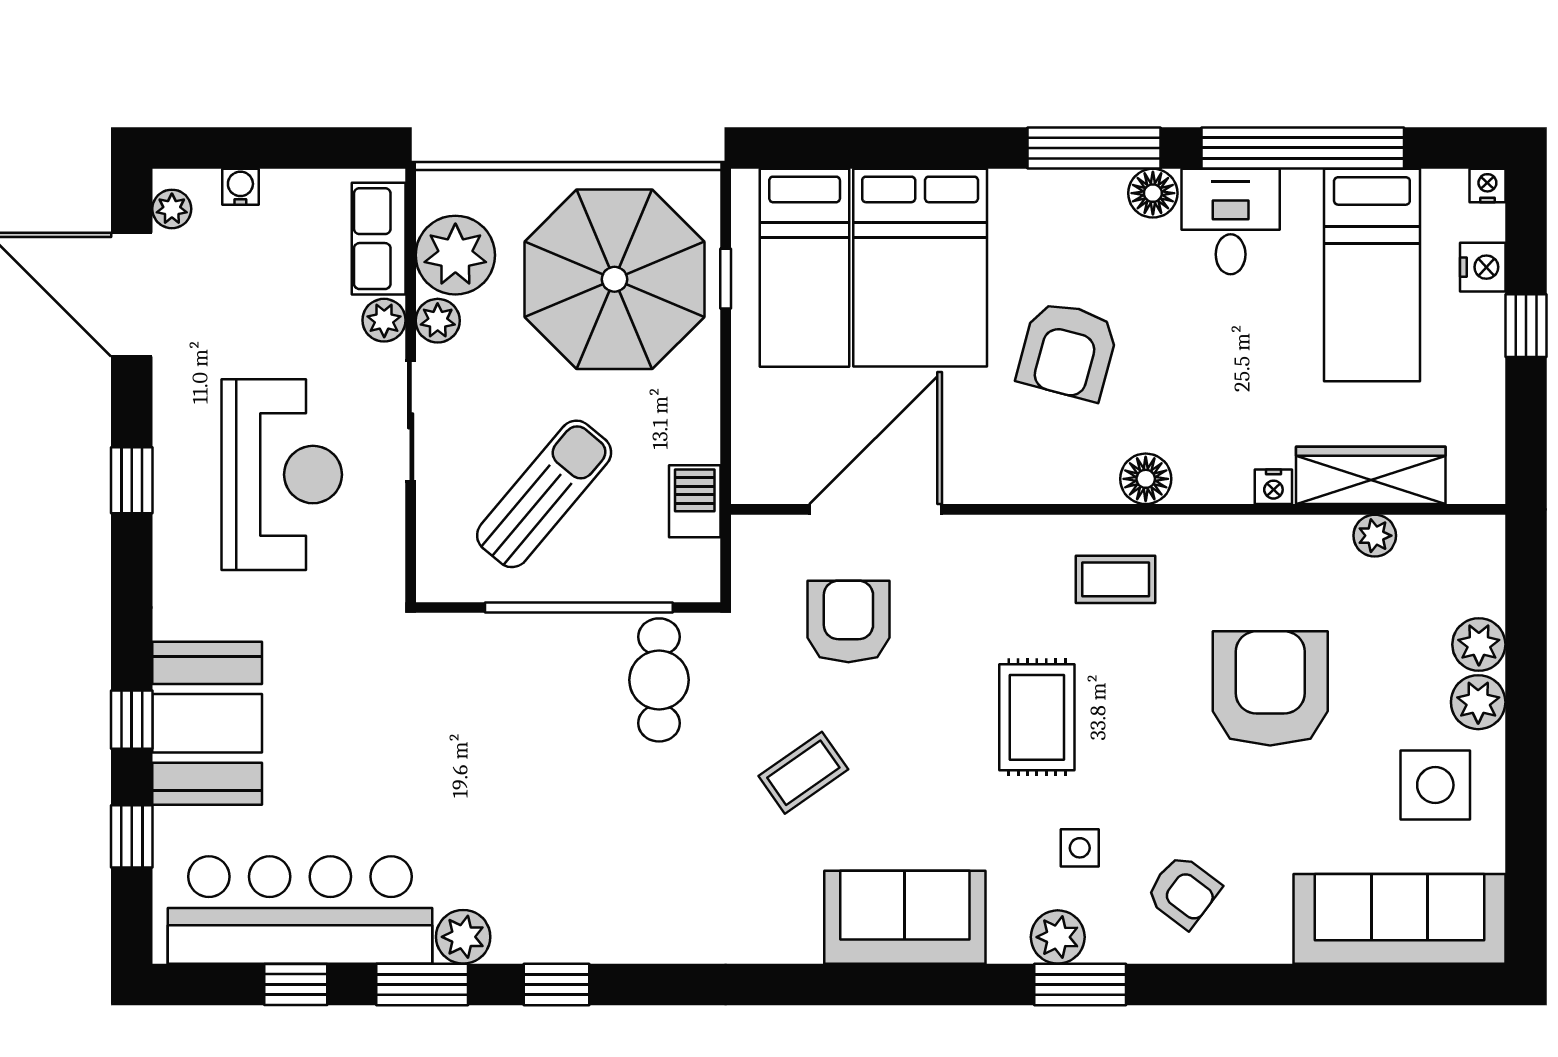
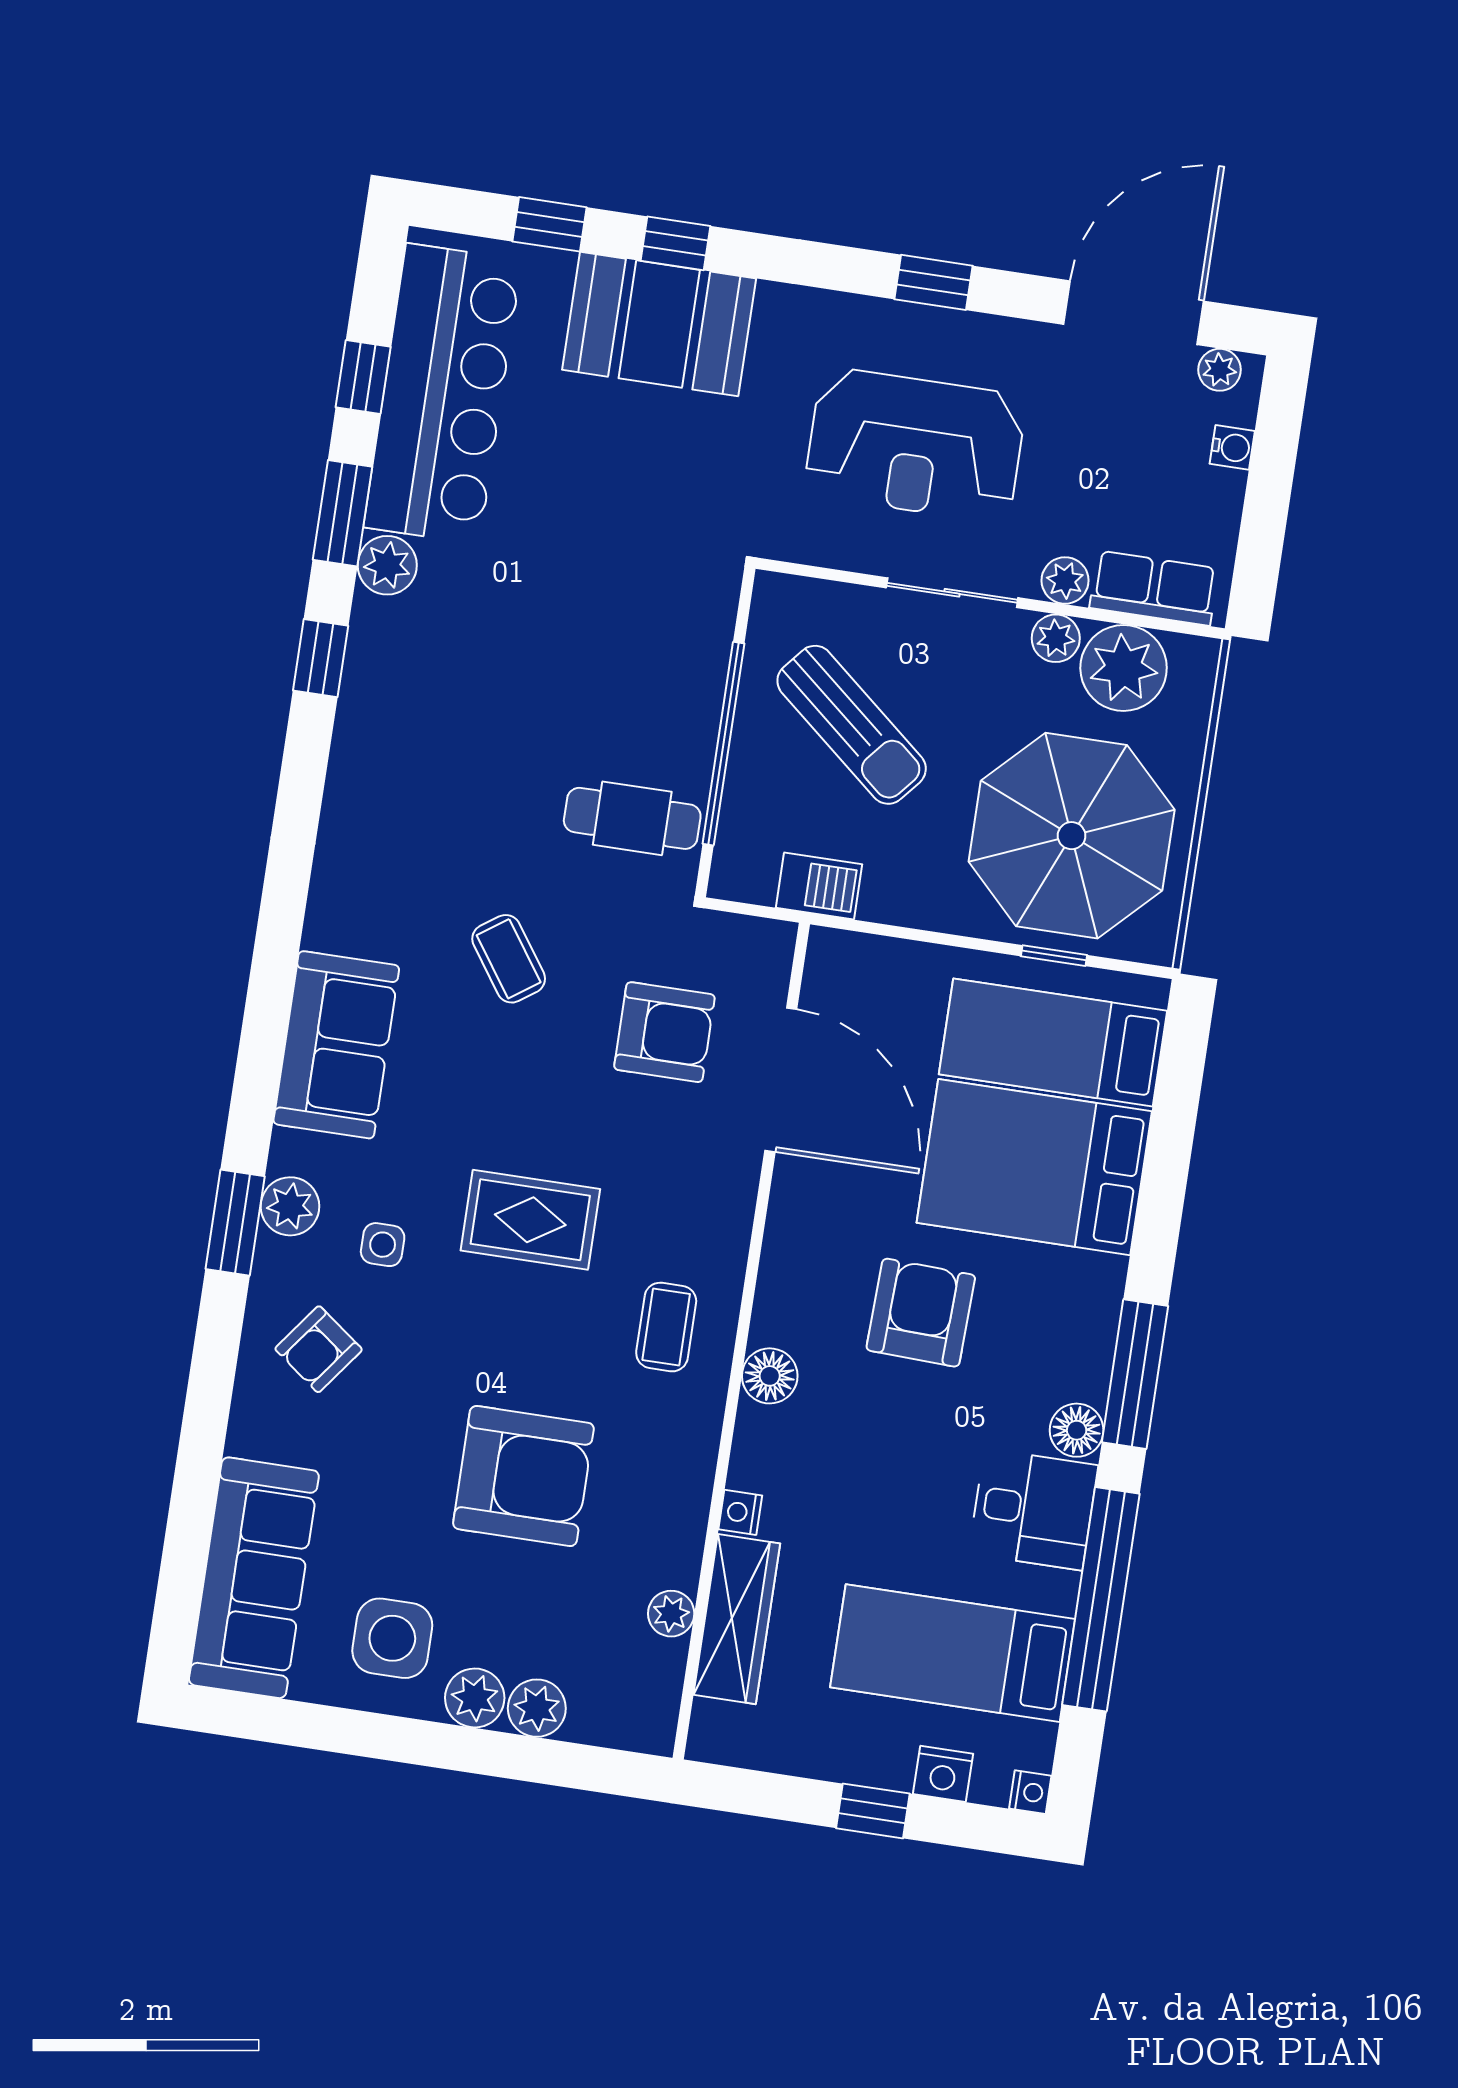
armchair: (1068, 351) -> (921, 1313), turned 77

